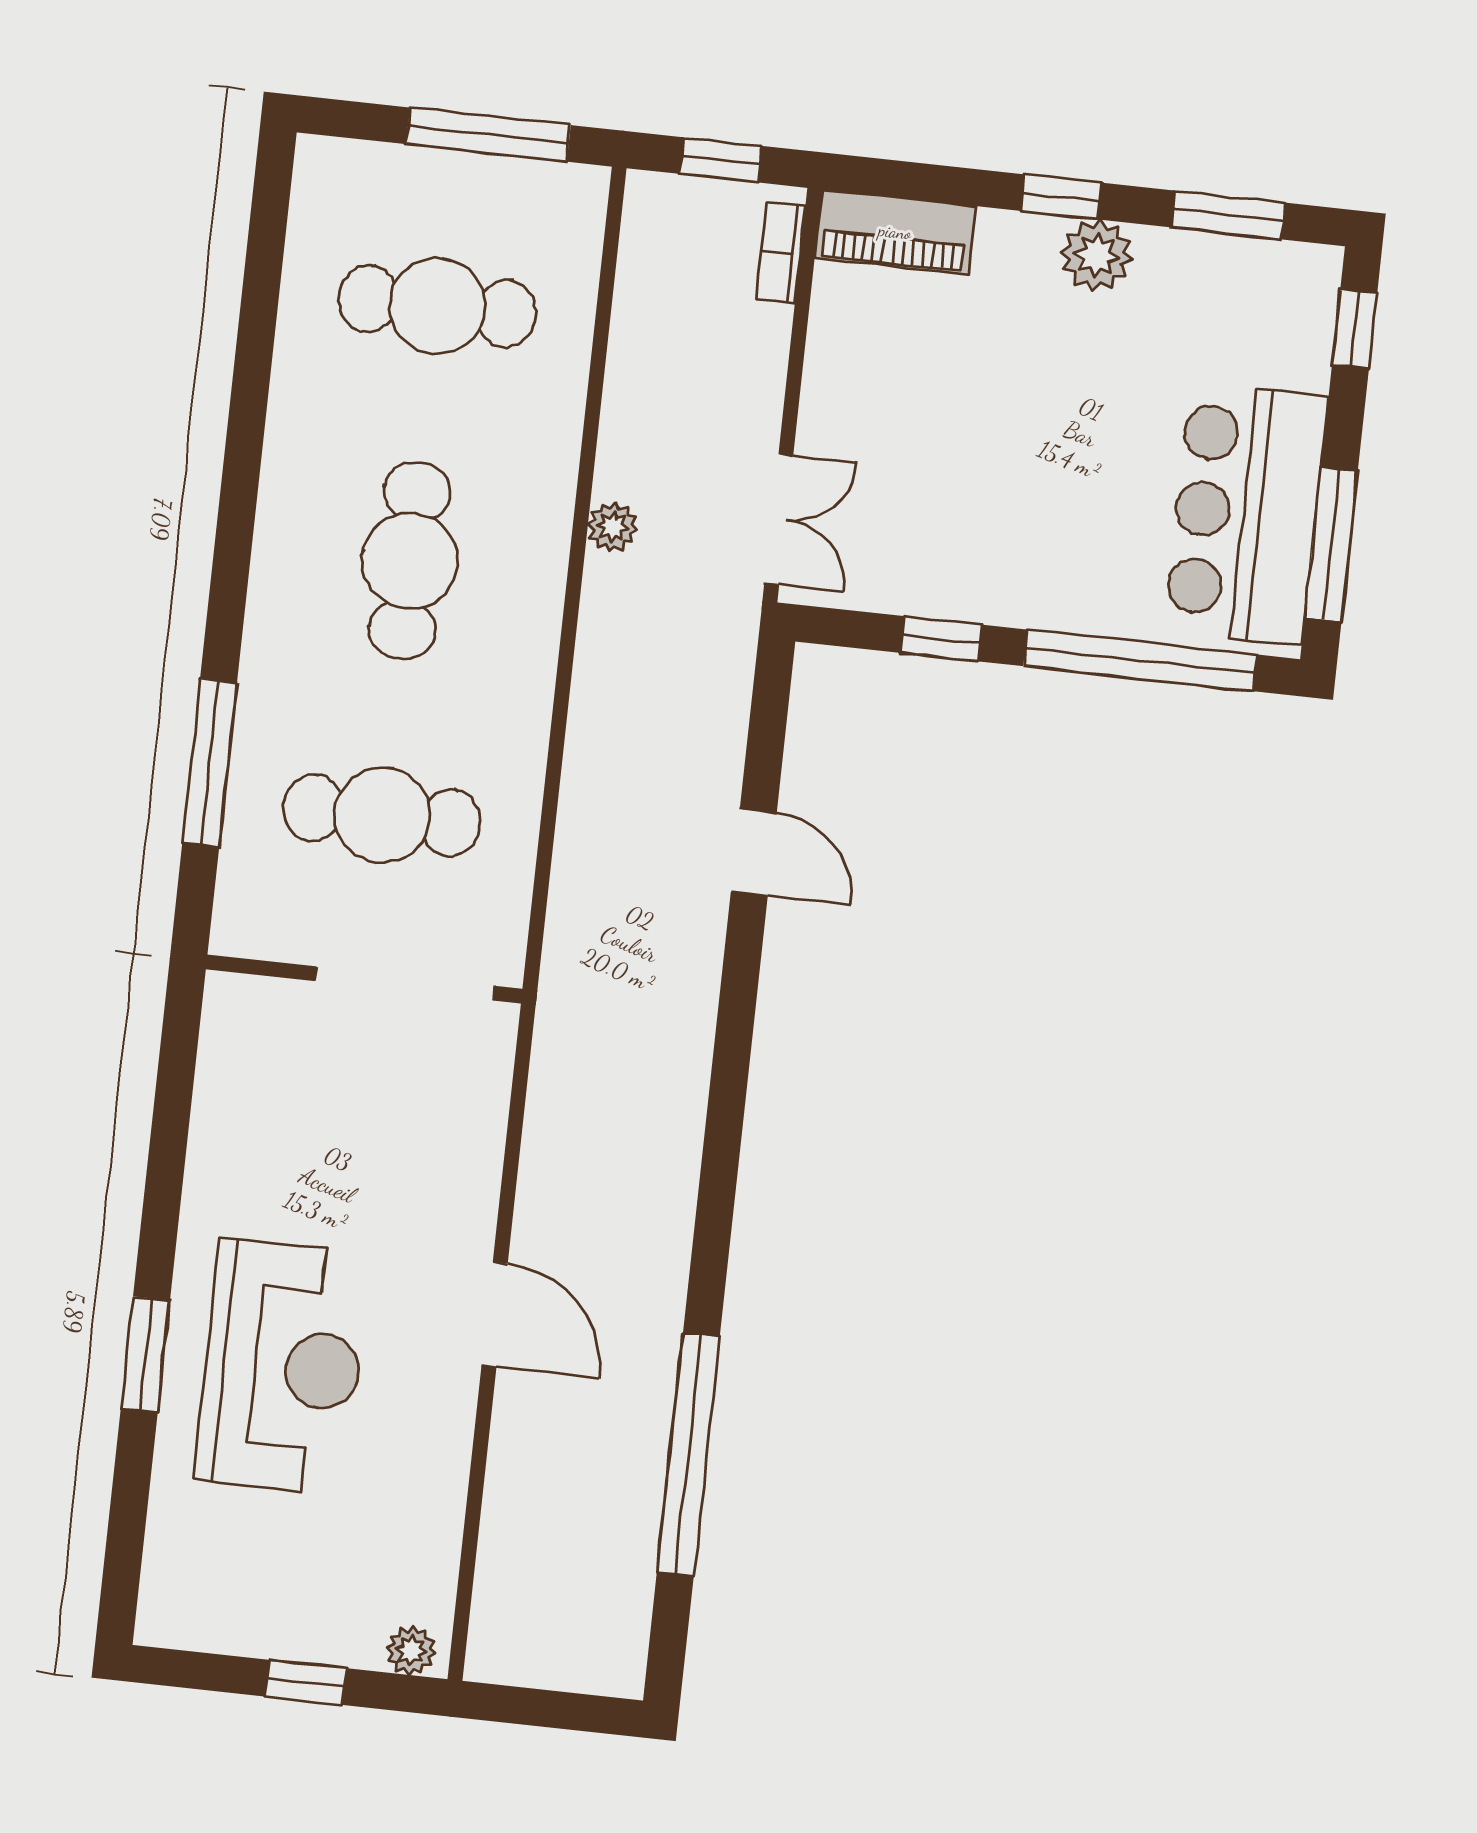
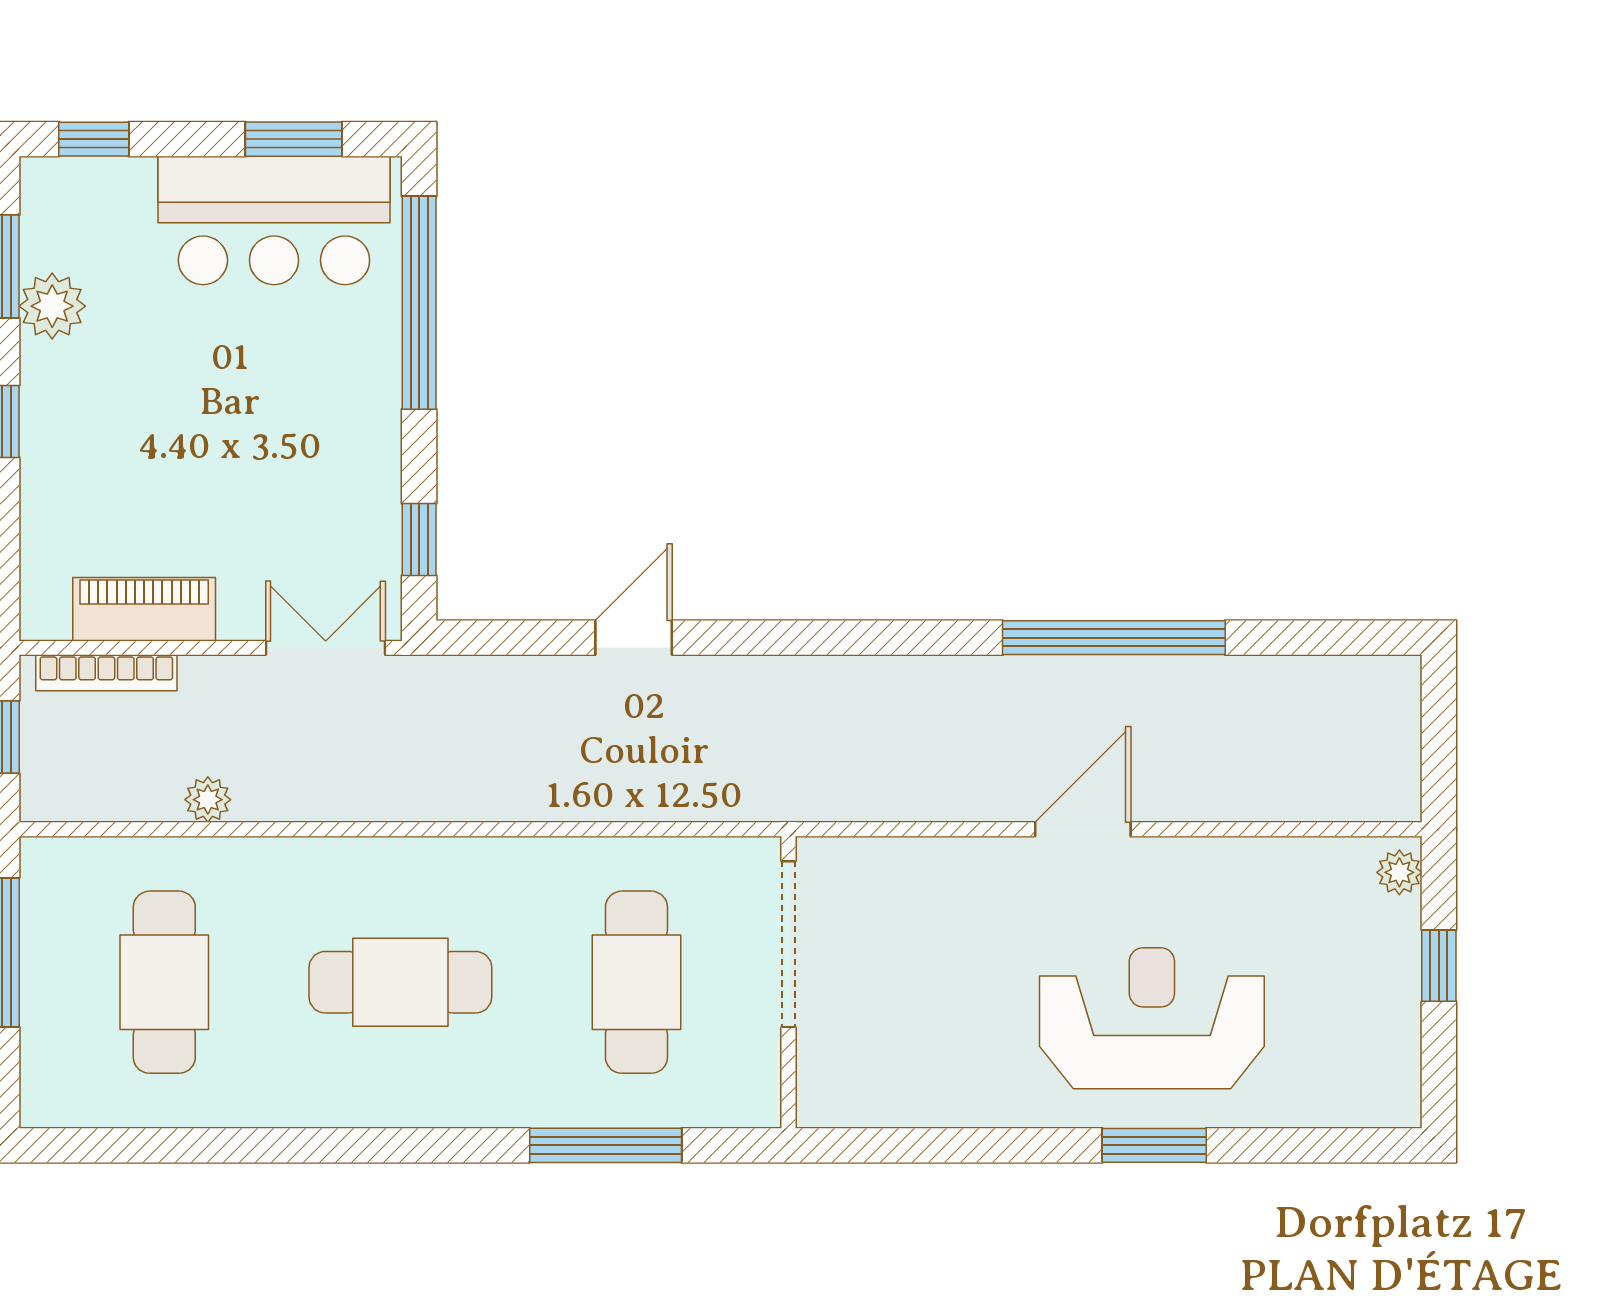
piano: (895, 232) -> (144, 609), moved, turned -90
bookcase: (781, 253) -> (106, 673), width x1.56
plant: (1096, 255) -> (52, 306), moved
plant: (613, 527) -> (208, 800), moved
window: (1331, 544) -> (294, 139), width x0.69
window: (941, 639) -> (419, 539), moved
window: (688, 1455) -> (1114, 638), moved

